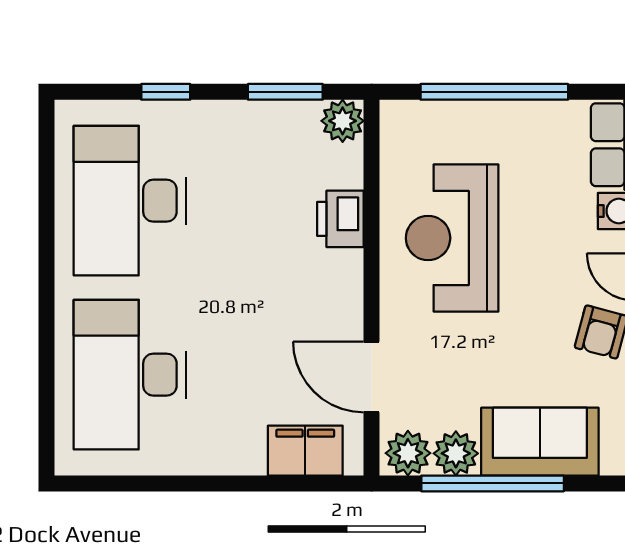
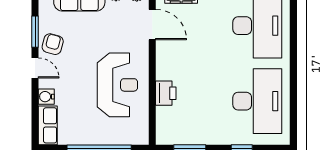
plant: (343, 121) -> (165, 136), removed

